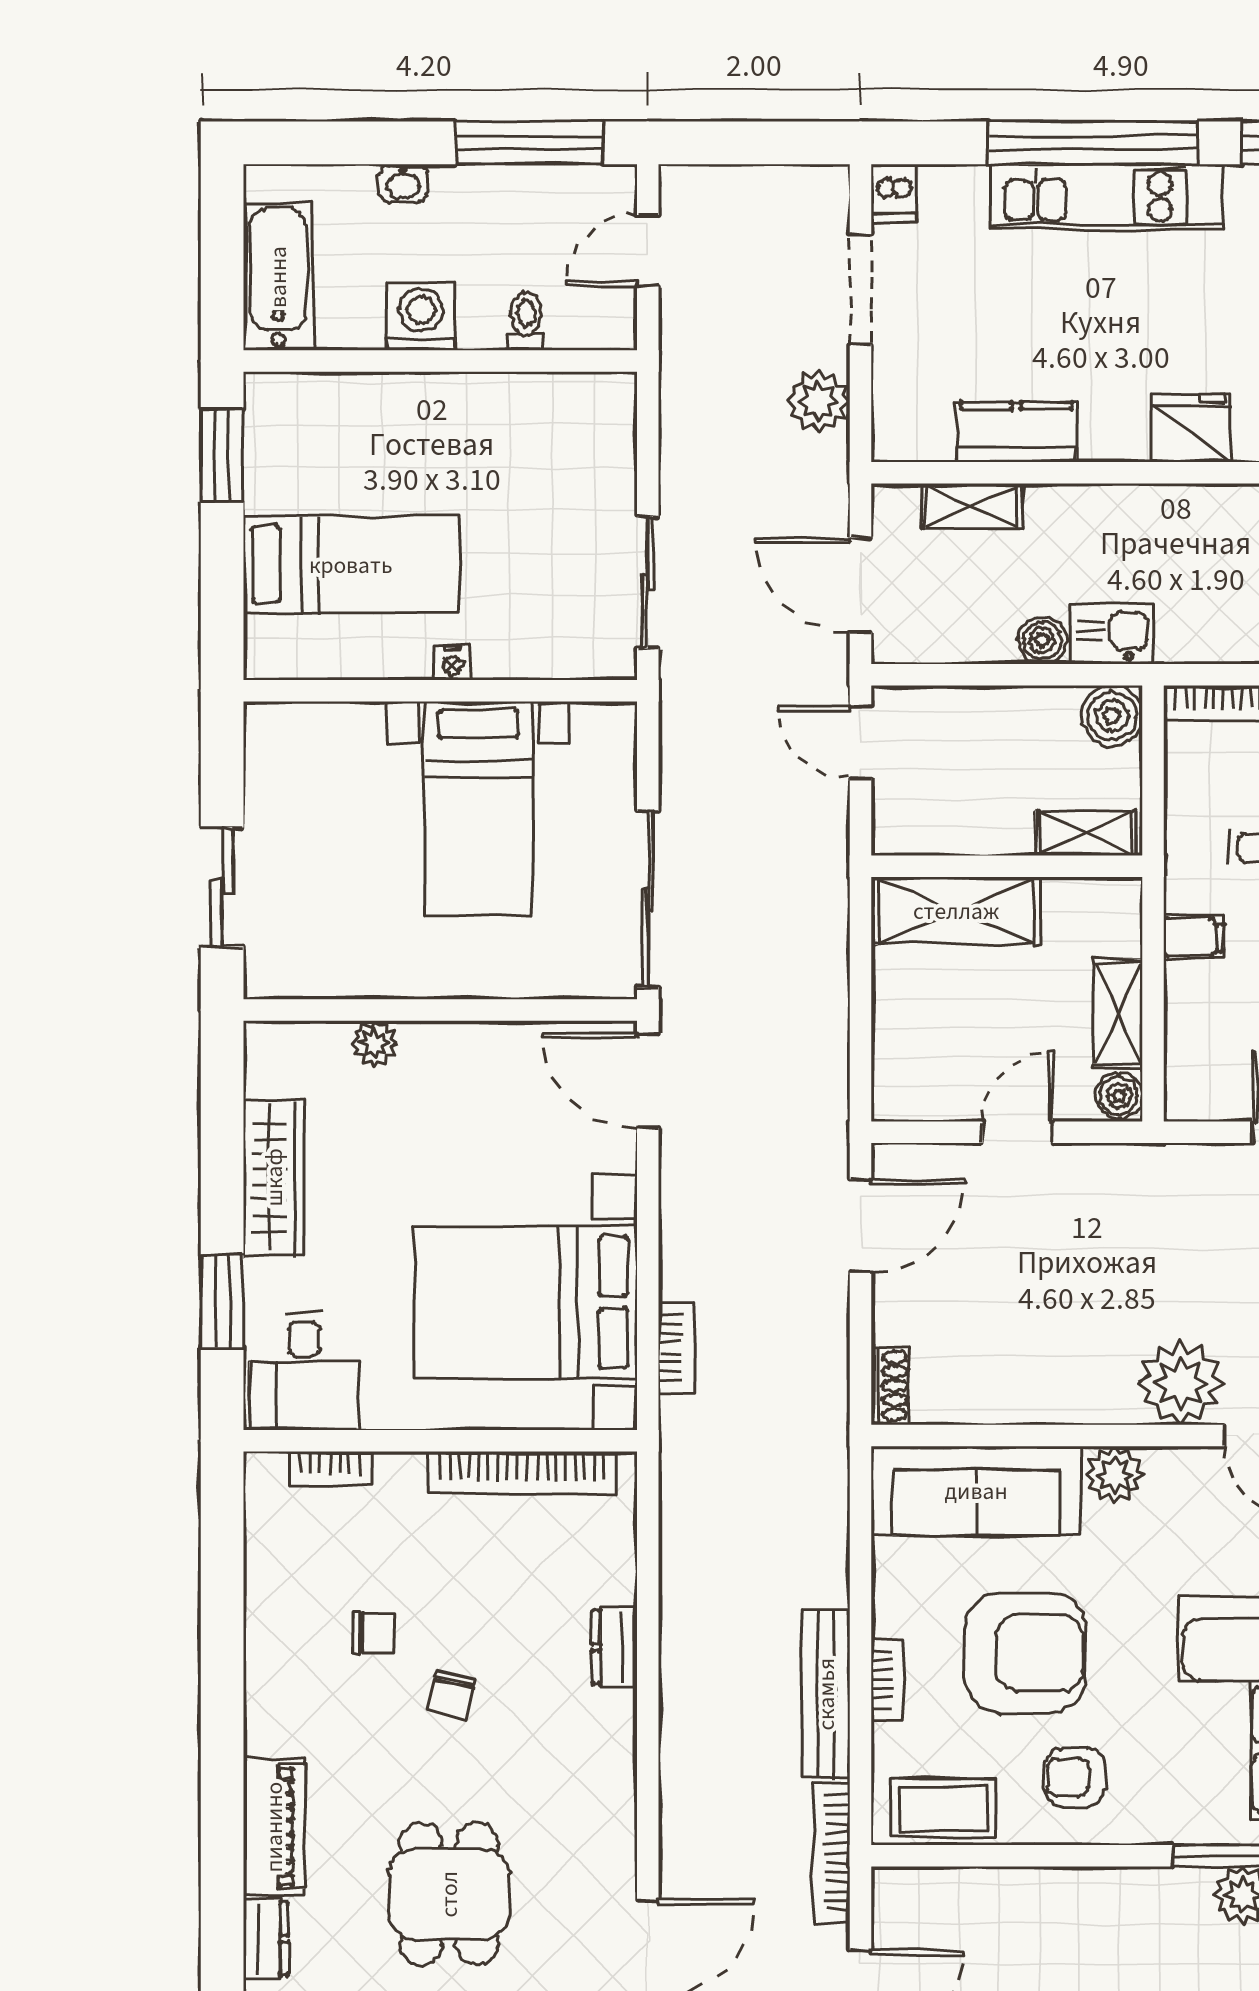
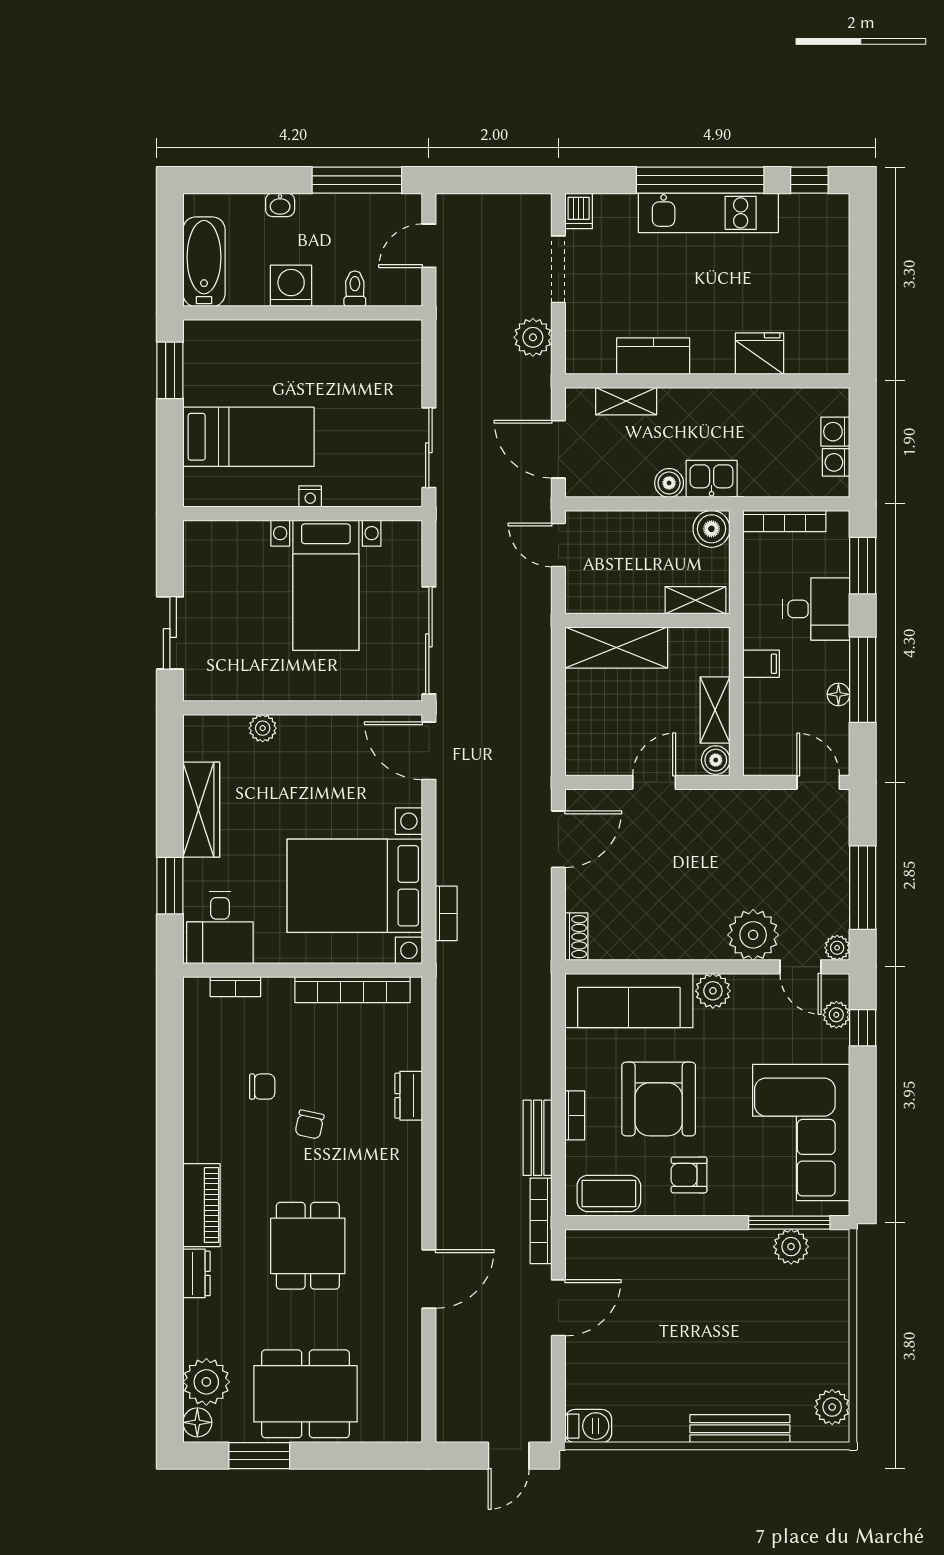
armchair: (1025, 1653) -> (659, 1099), turned 90
bench: (826, 1694) -> (538, 1138), width x0.73

